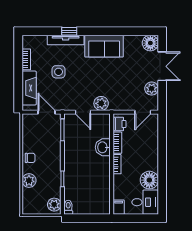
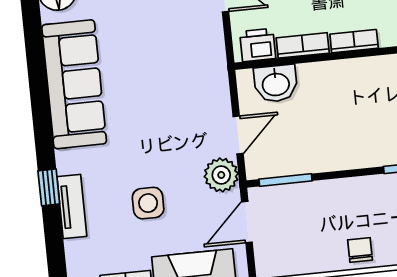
tv unit: (66, 40) -> (72, 206), width x0.71
sofa: (104, 46) -> (74, 84), width x1.36
plant: (101, 103) -> (221, 175), moved
washbasin: (103, 147) -> (276, 83), moved

